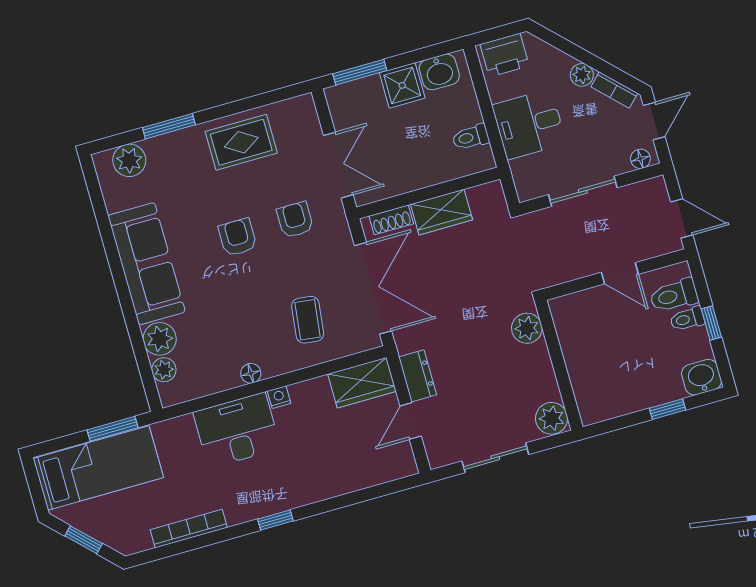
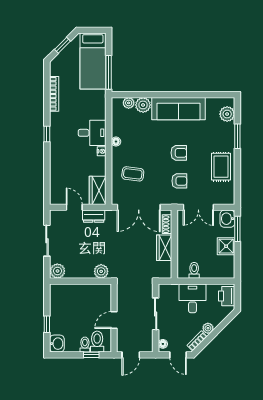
washbasin: (439, 72) -> (227, 219), moved
window: (711, 323) -> (91, 355), moved
window: (113, 429) -> (109, 72), width x1.44
desk: (237, 430) -> (92, 133), width x0.73

